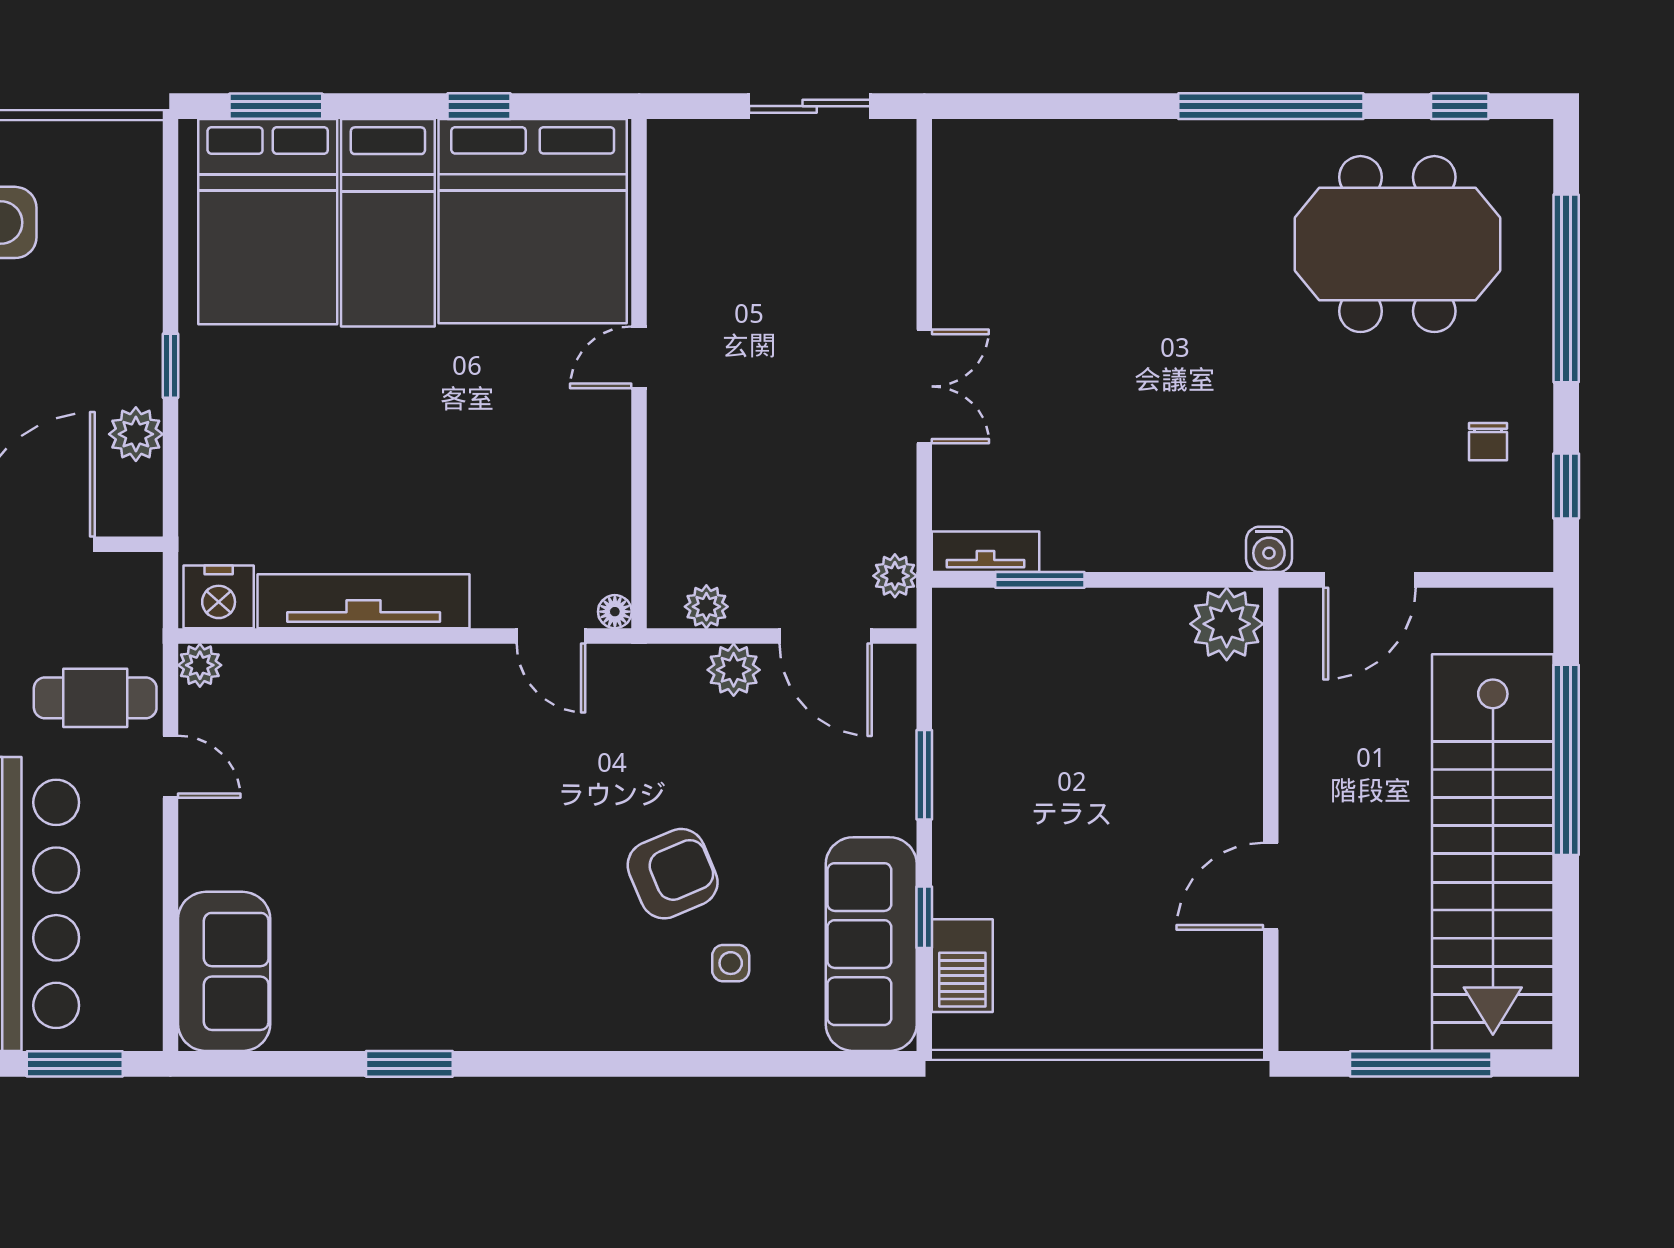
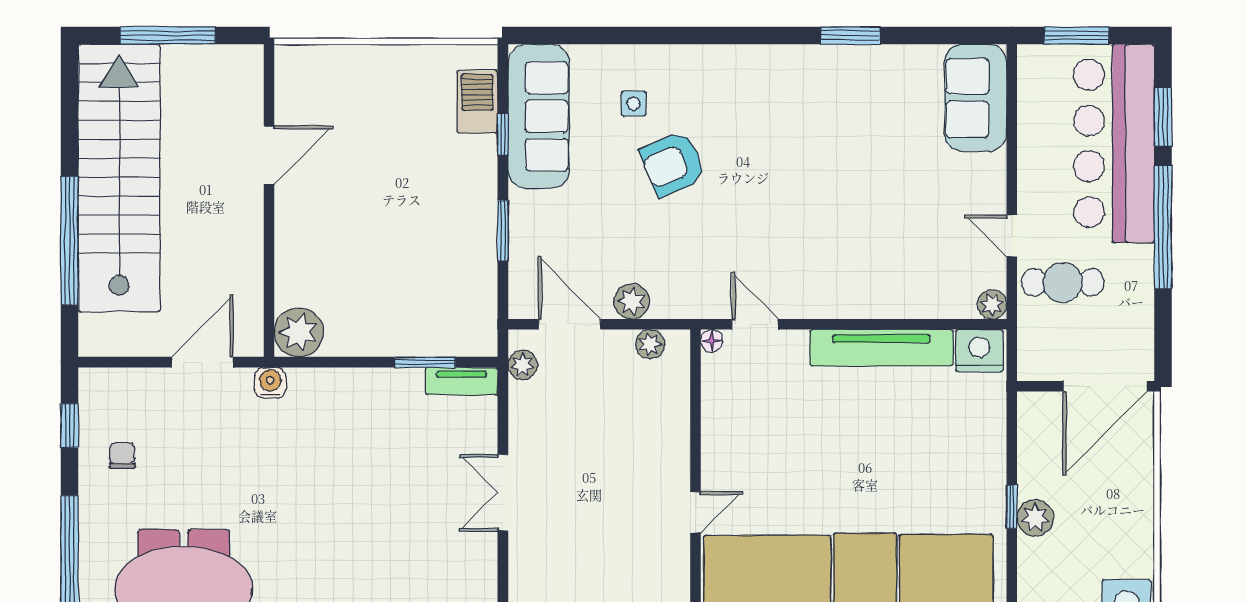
plant: (136, 434) -> (1035, 518), moved

